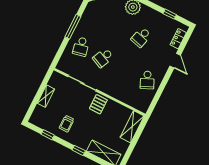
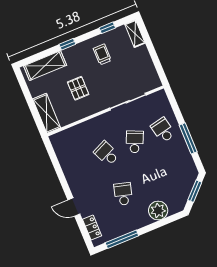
window: (170, 14) -> (122, 239), width x2.17
school desk: (147, 80) -> (106, 153), moved
shelving: (46, 96) -> (135, 34), moved
pallet: (98, 104) -> (78, 88), moved

